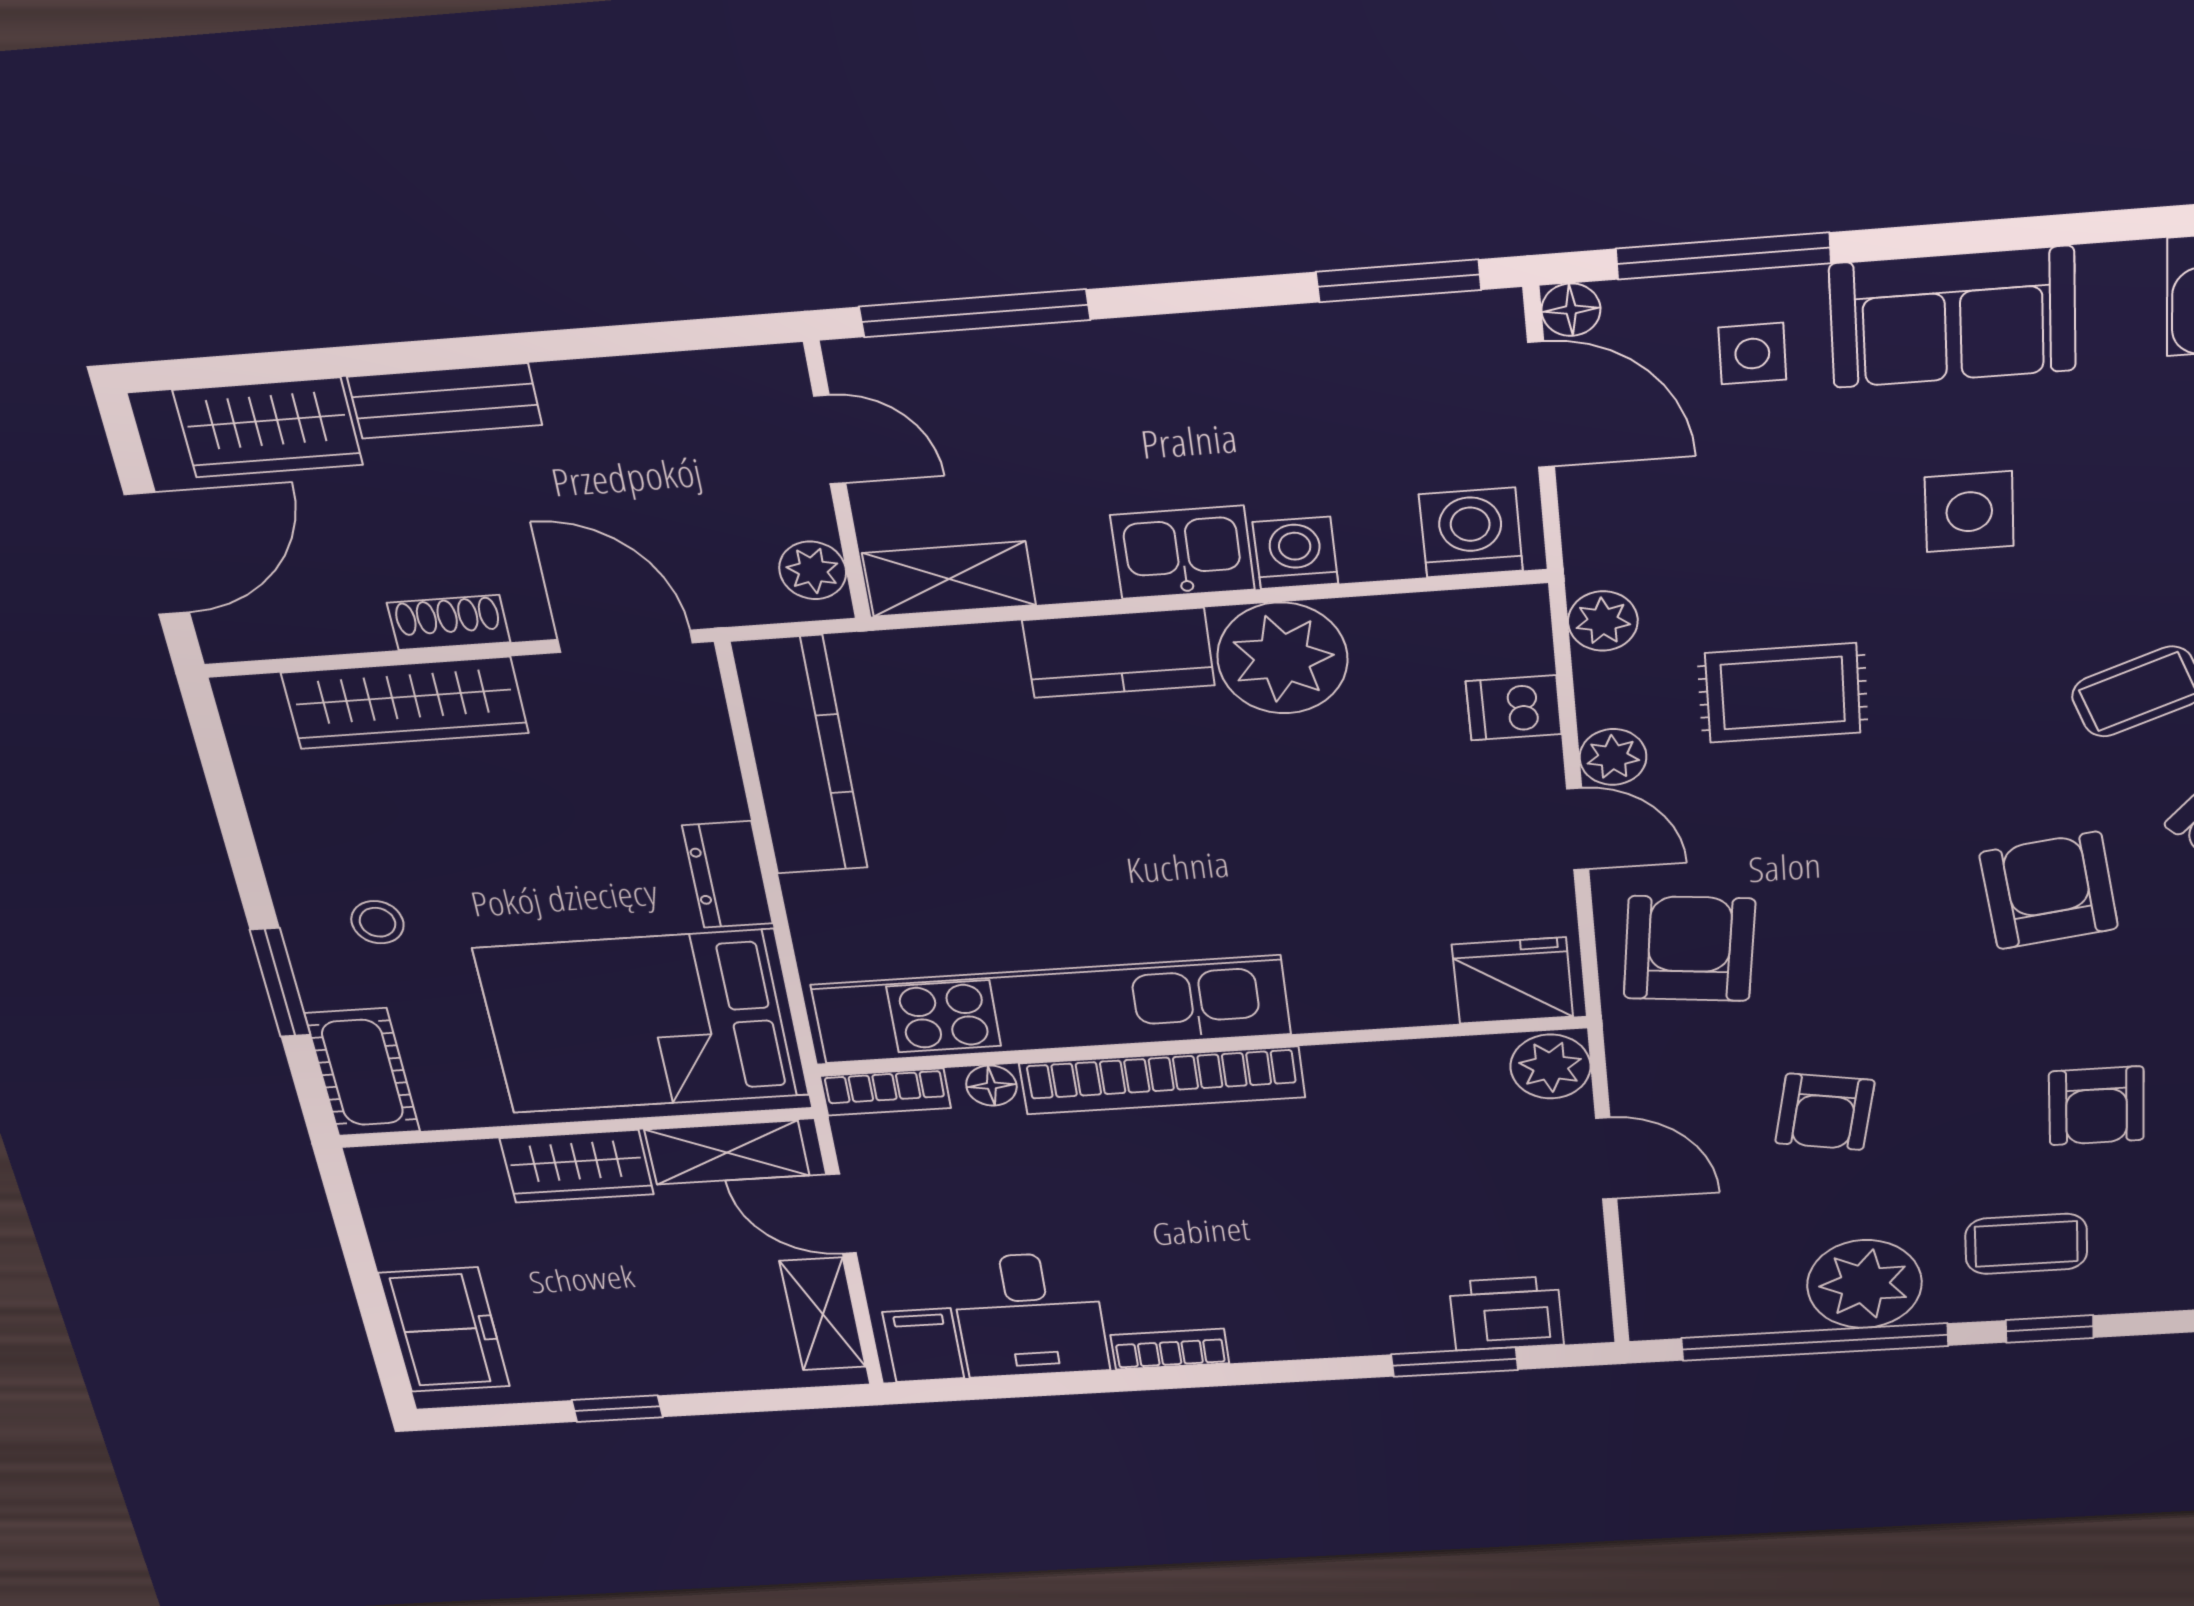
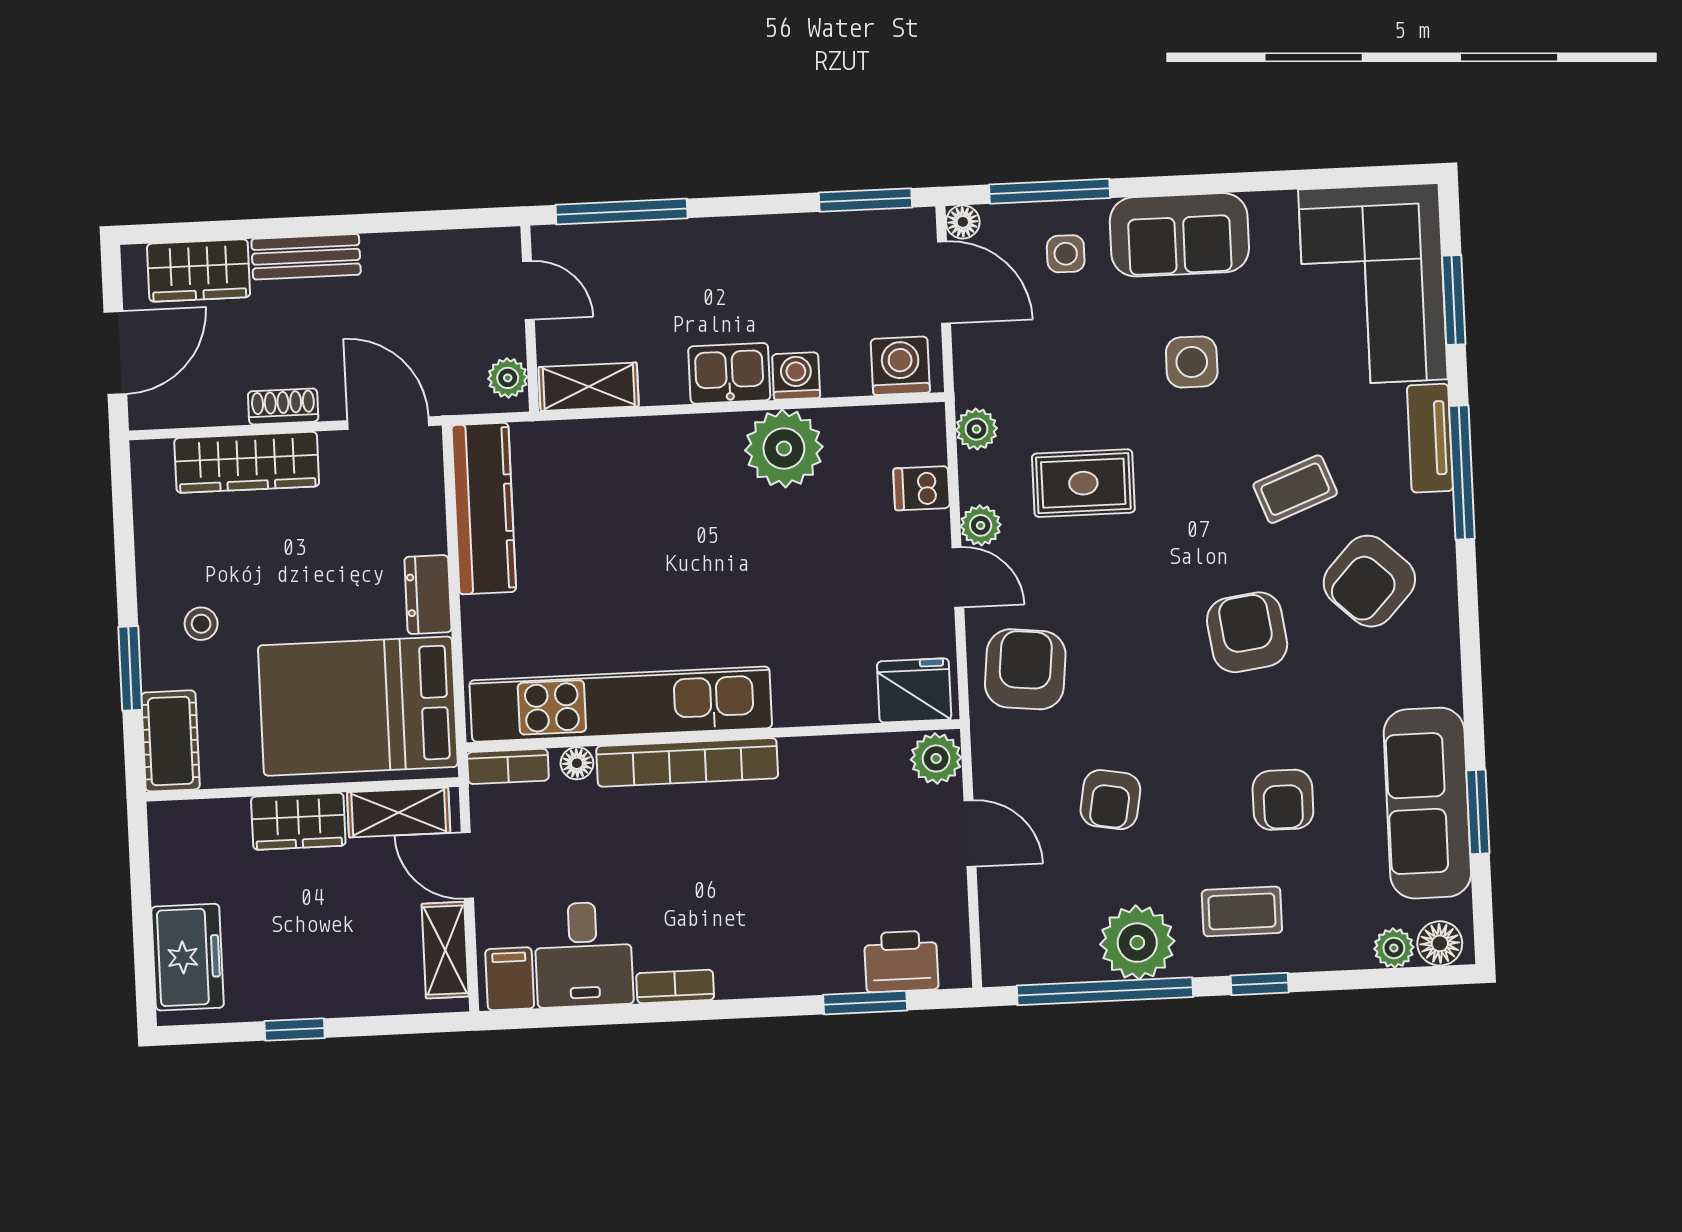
kitchen counter: (1119, 653) -> (686, 442), removed

